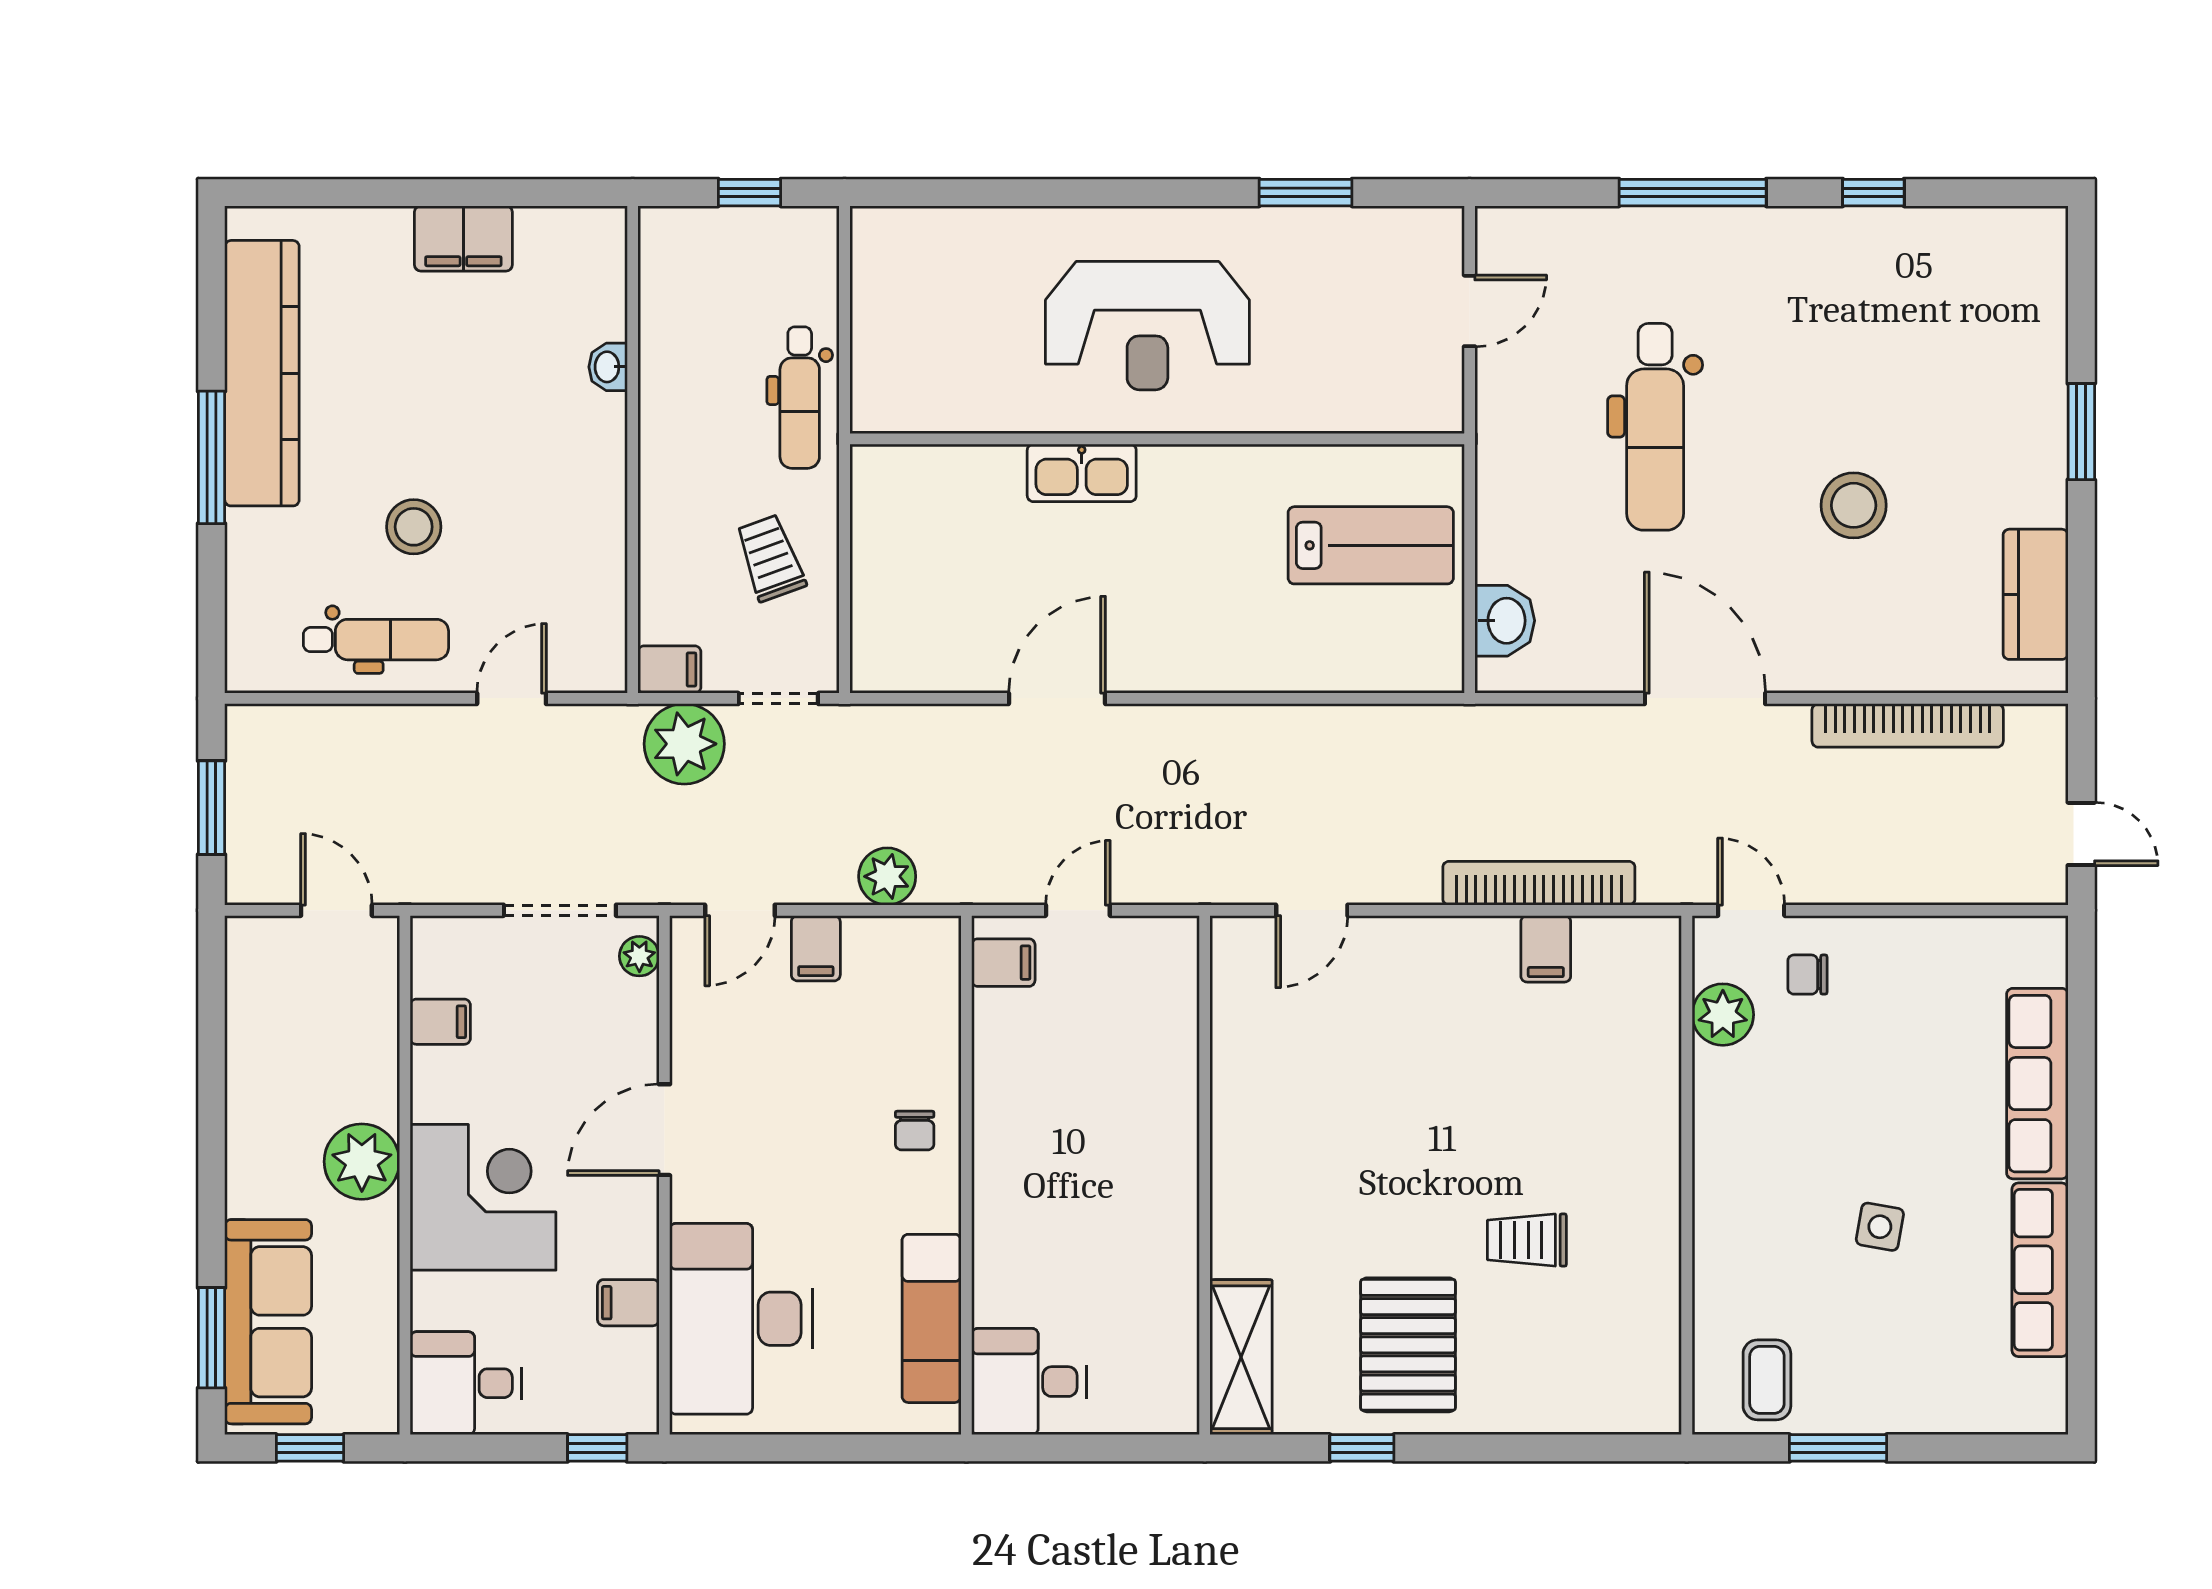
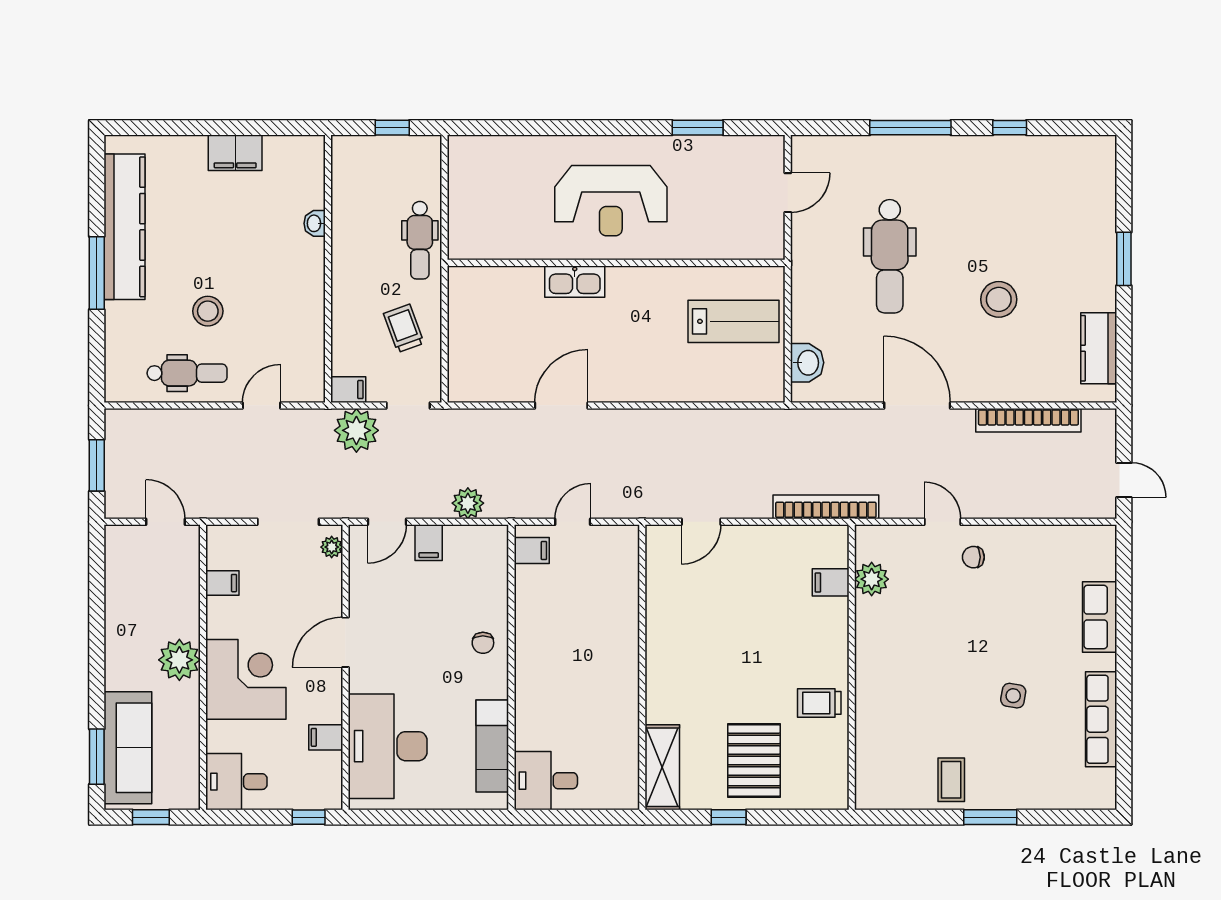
filing cabinet: (1546, 949) -> (831, 582), moved, turned 90
plant: (1723, 1015) -> (872, 579), moved
row of seats: (2037, 1084) -> (1100, 617), width x0.68
wall: (1687, 1175) -> (852, 667), moved

